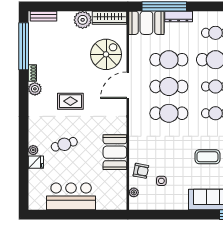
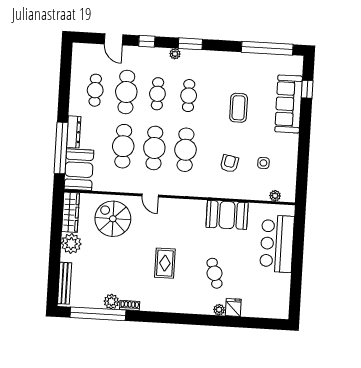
bench: (43, 16) -> (65, 283), width x1.36
door: (128, 85) -> (150, 195), width x0.53
plant: (35, 89) -> (111, 302), moved
armchair: (141, 171) -> (229, 163), moved
bar counter: (71, 196) -> (277, 244), moved

